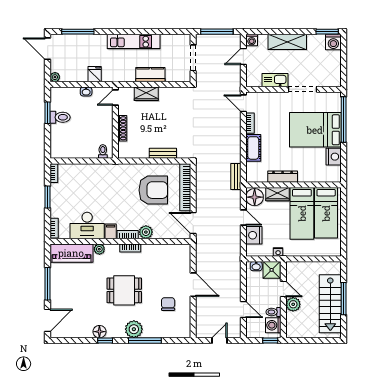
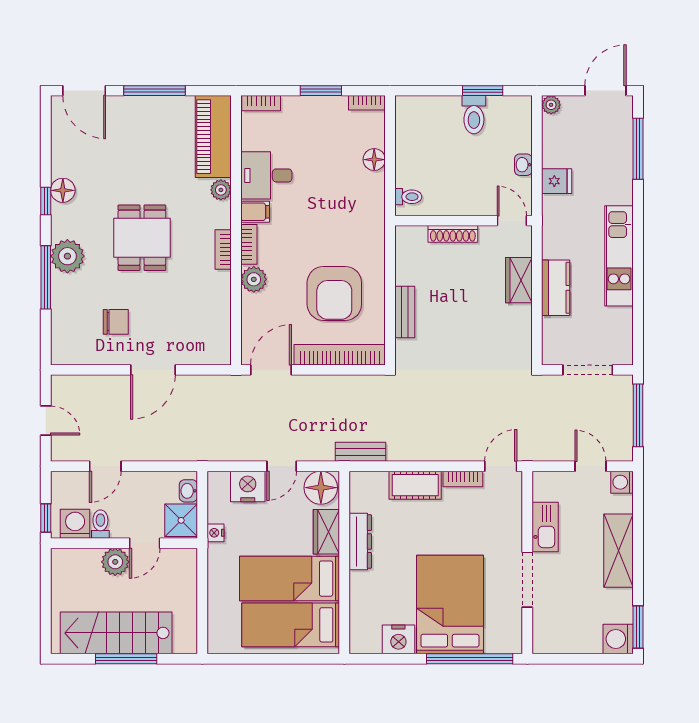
floor lamp: (83, 169) -> (374, 160), added
desk: (87, 225) -> (266, 175), width x0.73

